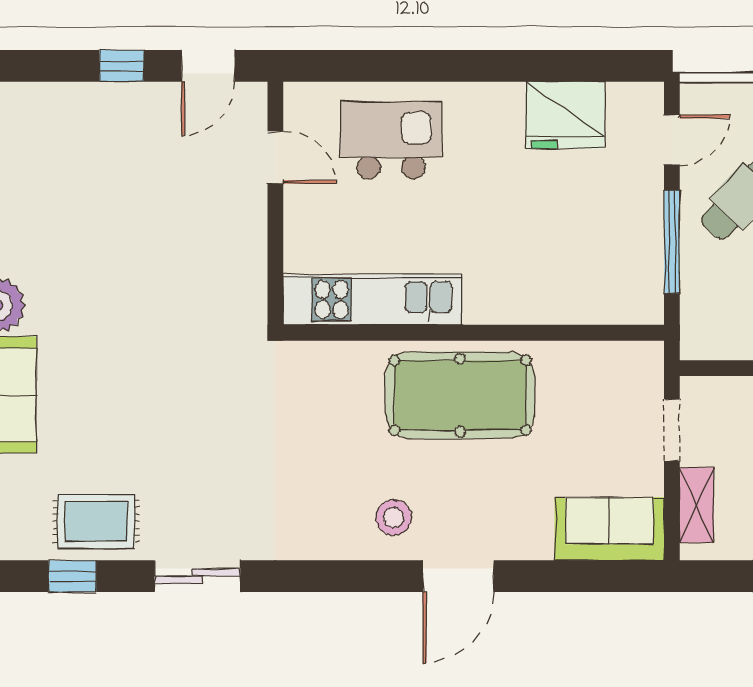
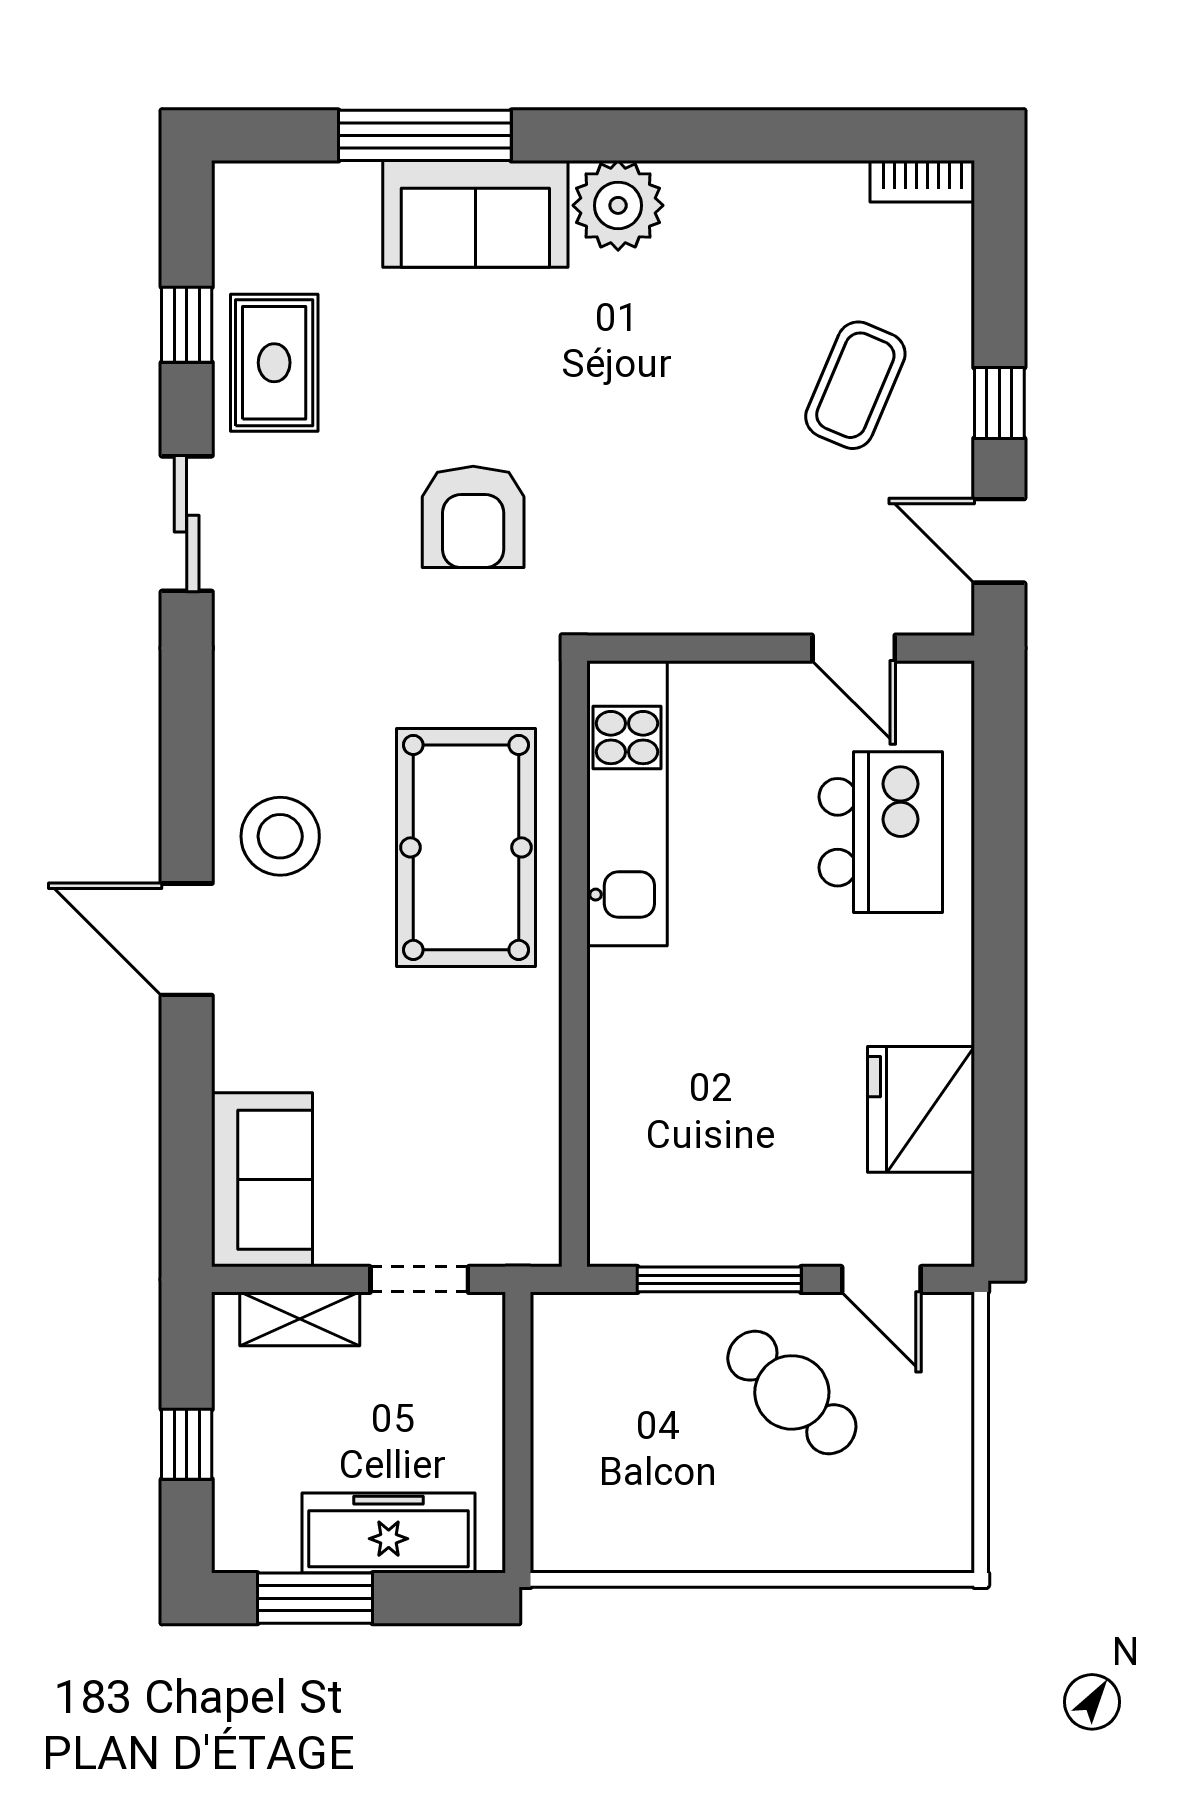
coffee table: (110, 156) -> (855, 385), added
door: (275, 157) -> (854, 648), hinge flipped
pool table: (460, 395) -> (466, 847), moved
armchair: (193, 396) -> (473, 517), added
stool: (394, 517) -> (280, 836), width x1.38, depth x1.38

